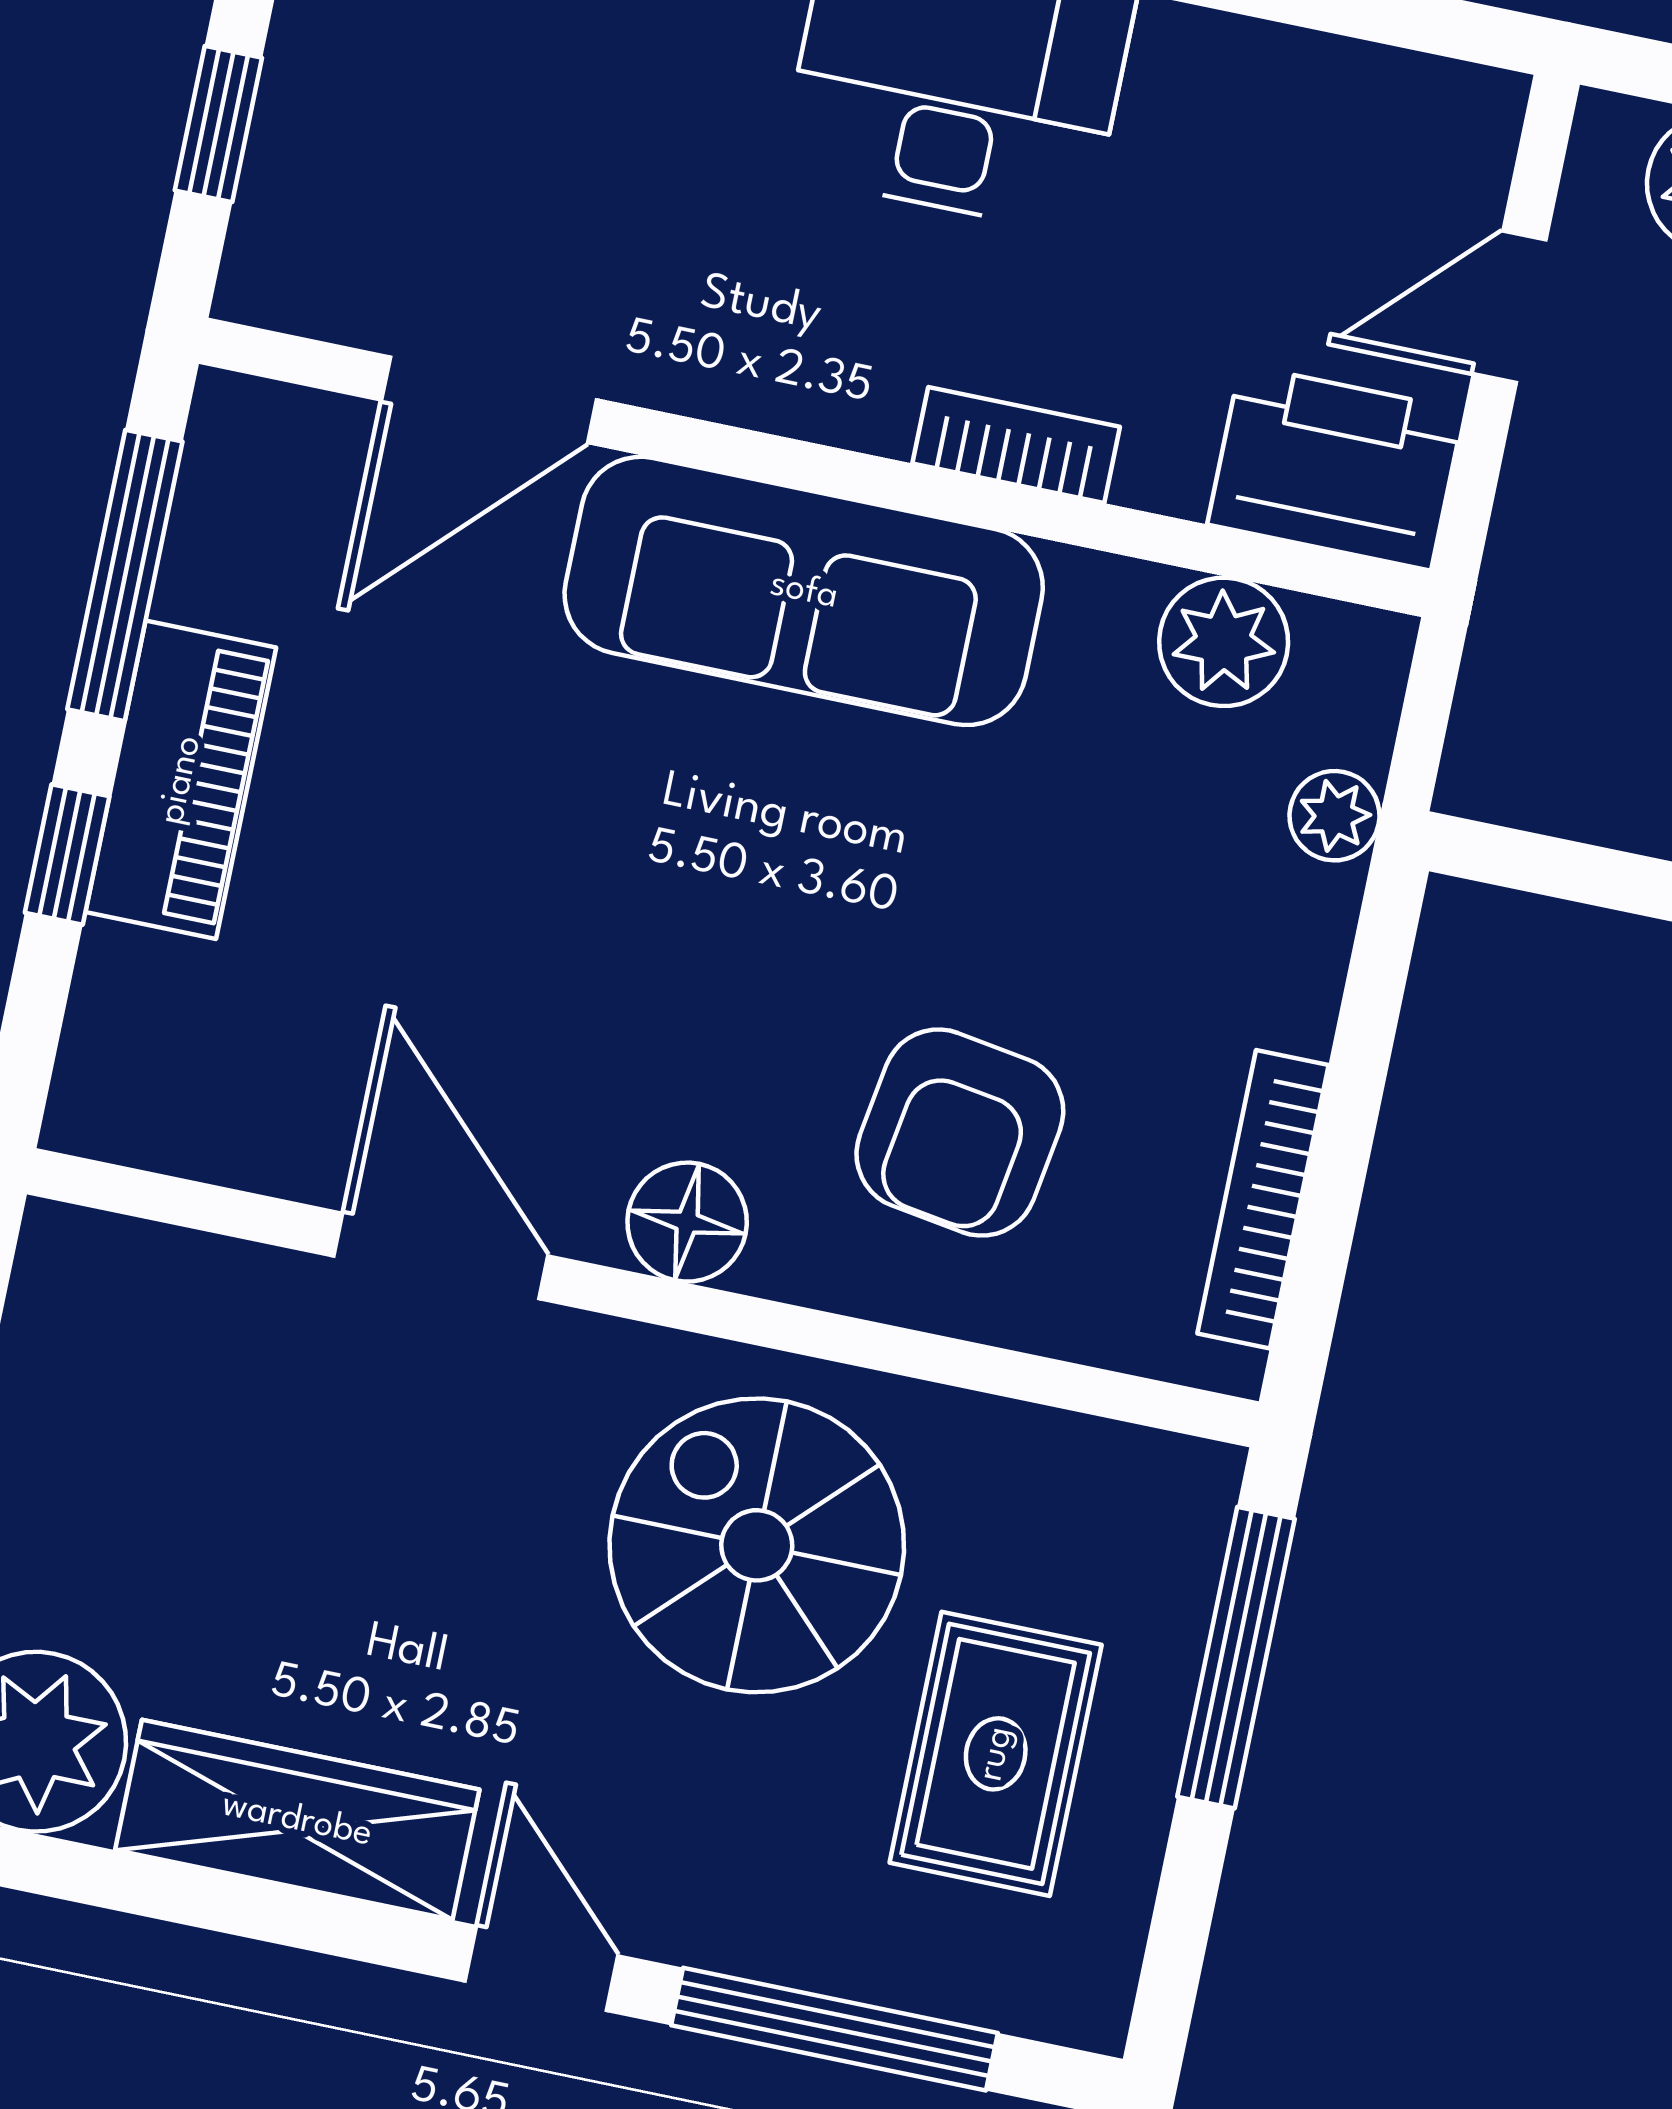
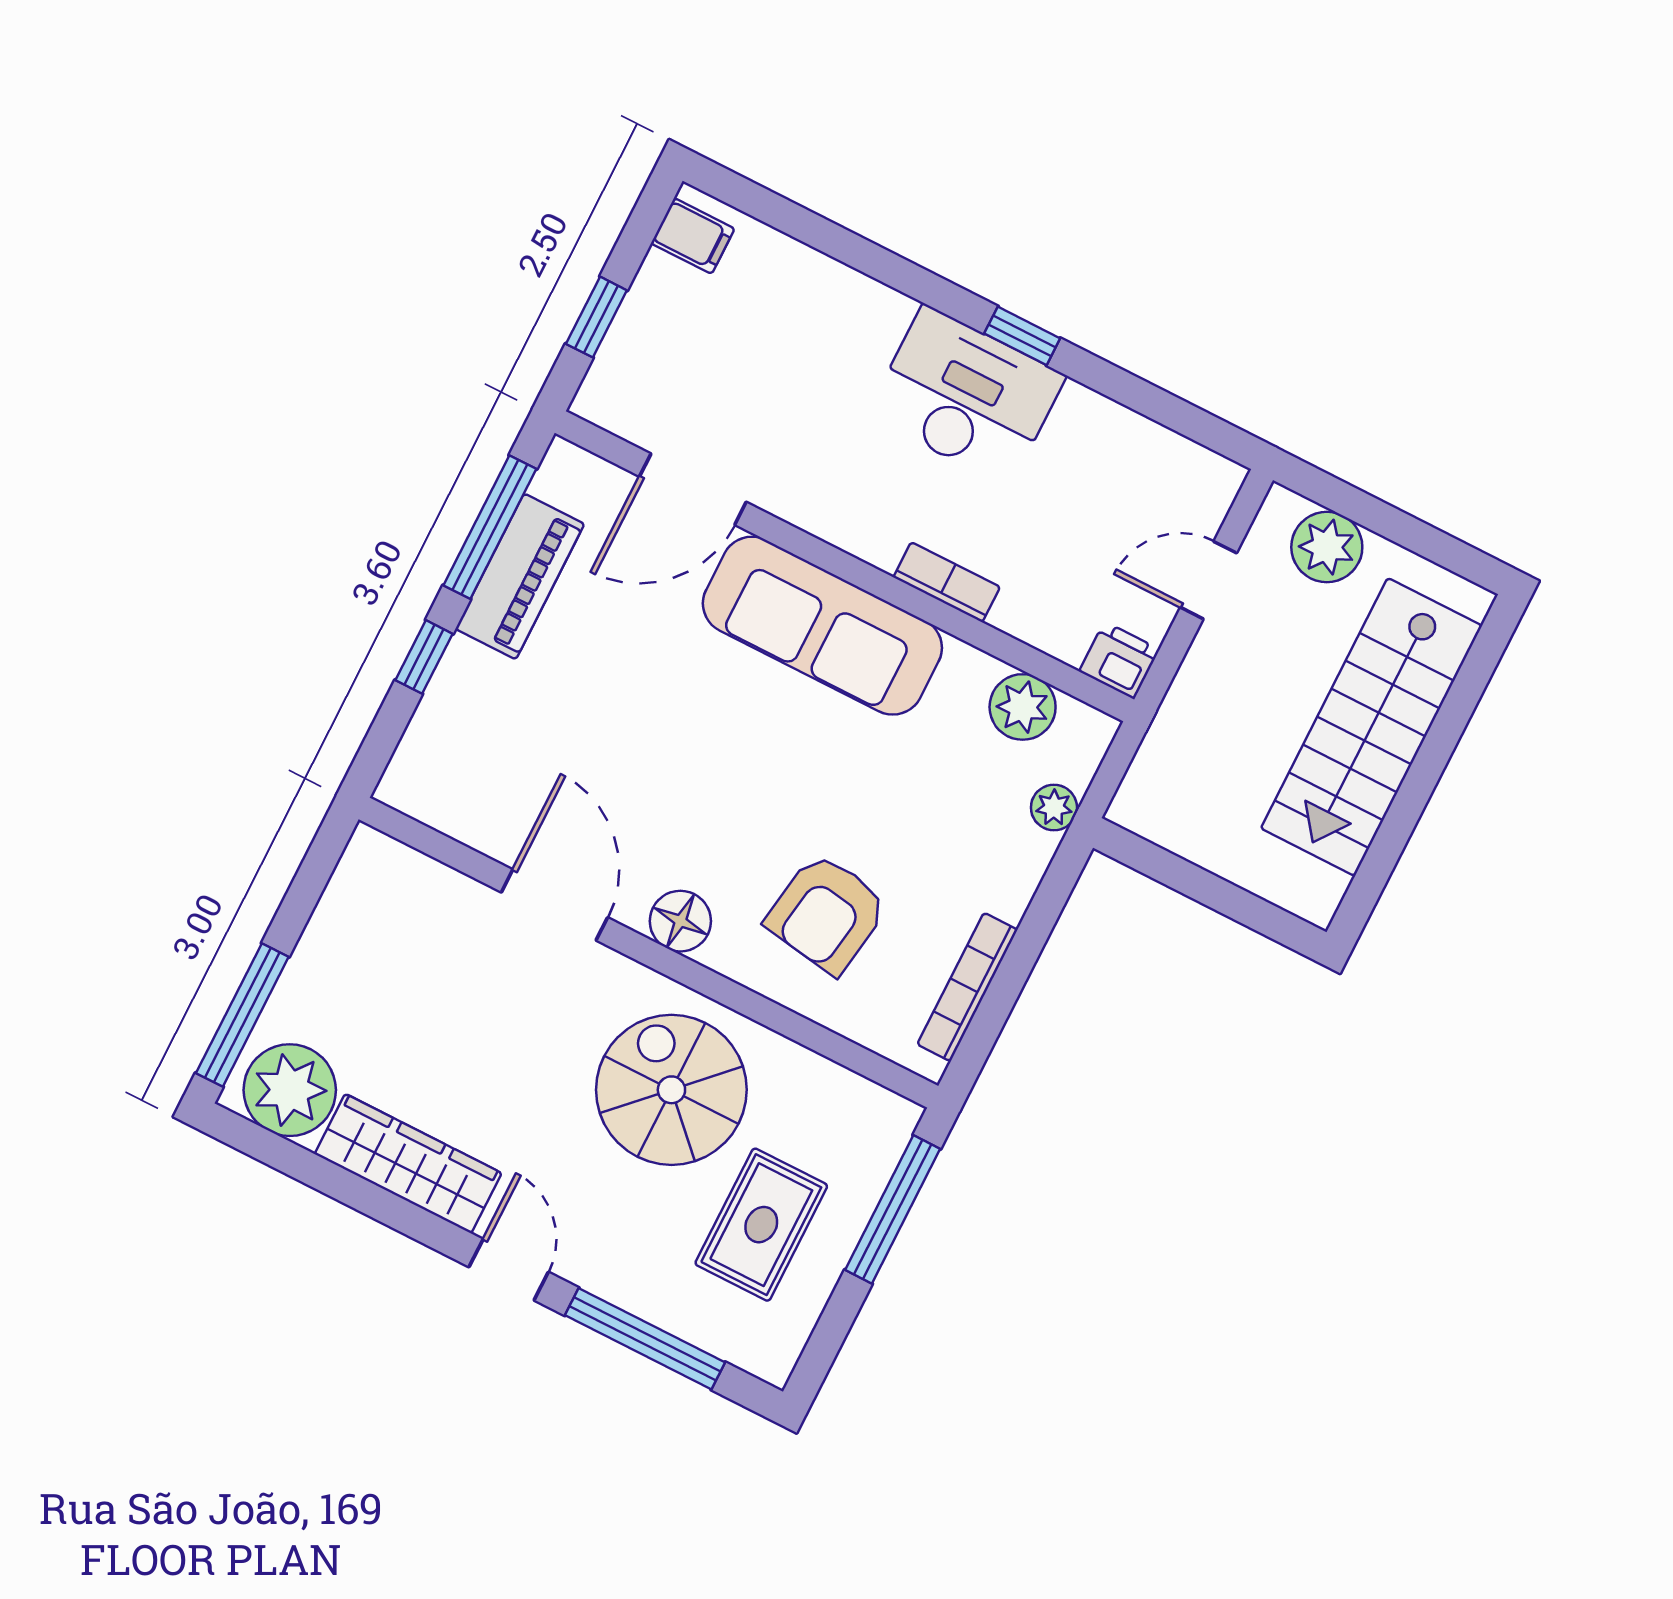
printer: (1336, 467) -> (1119, 660), width x0.53, depth x0.68
piano: (181, 780) -> (520, 576), moved

